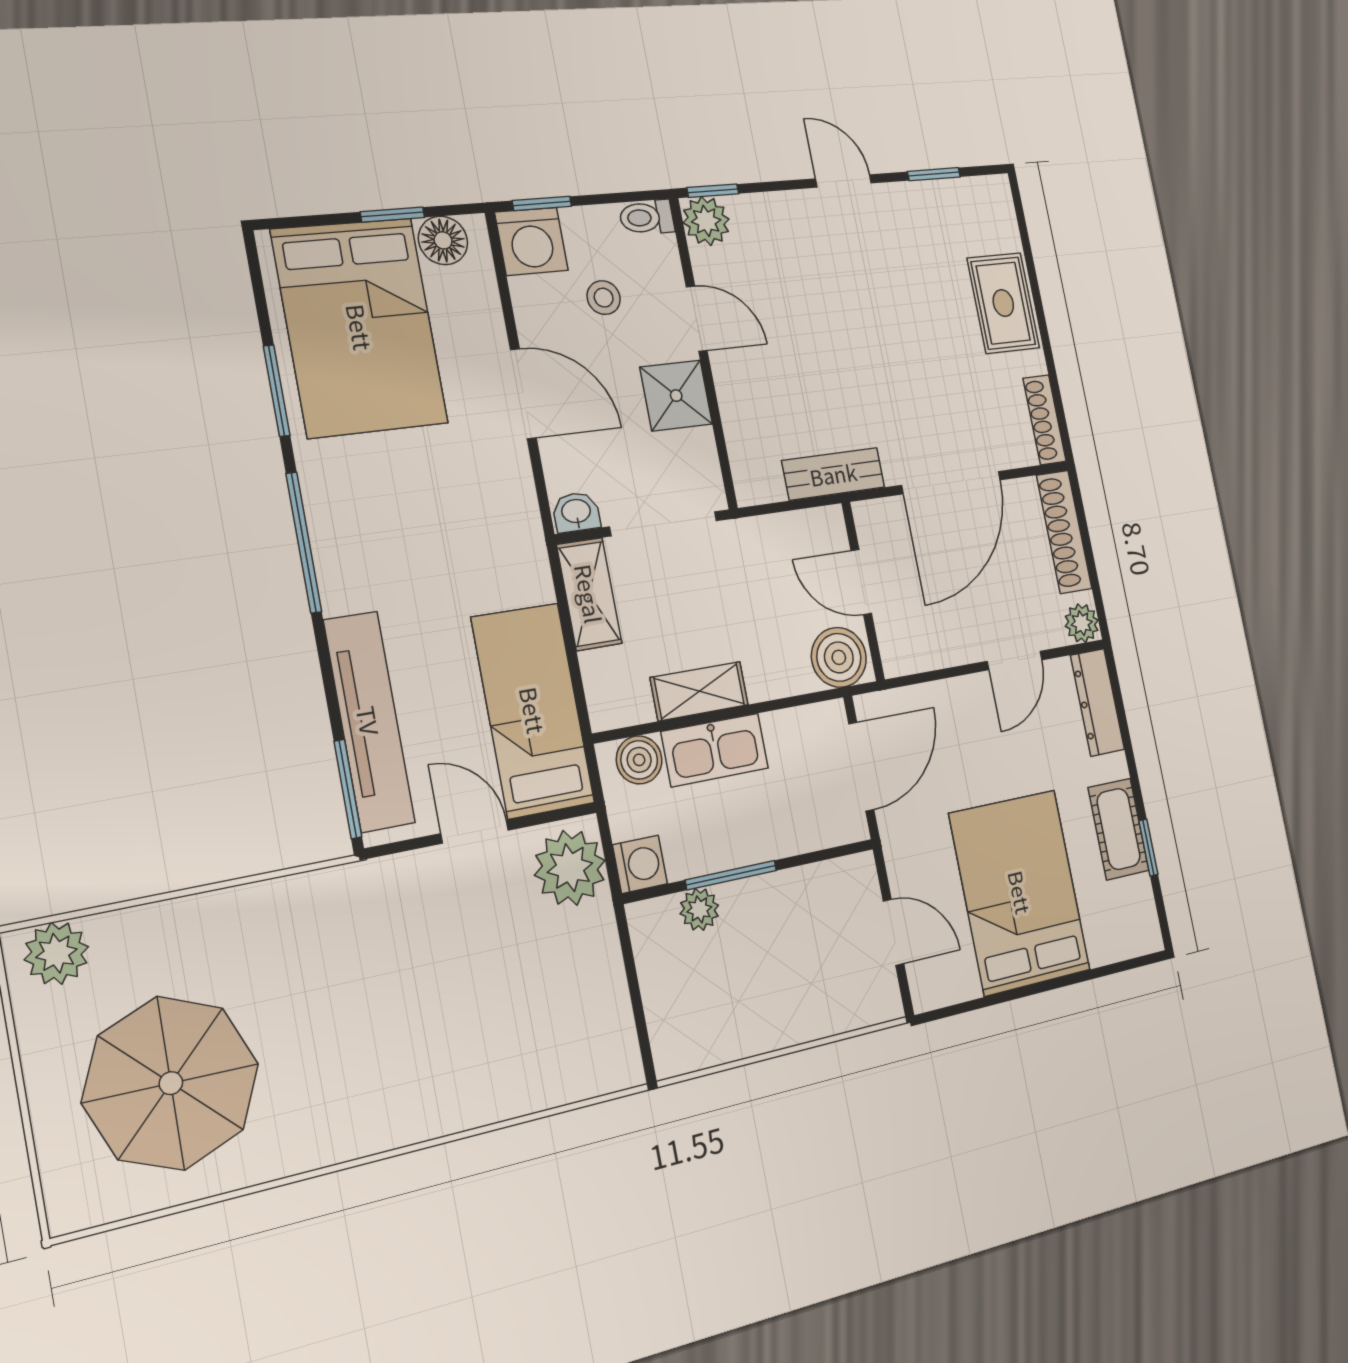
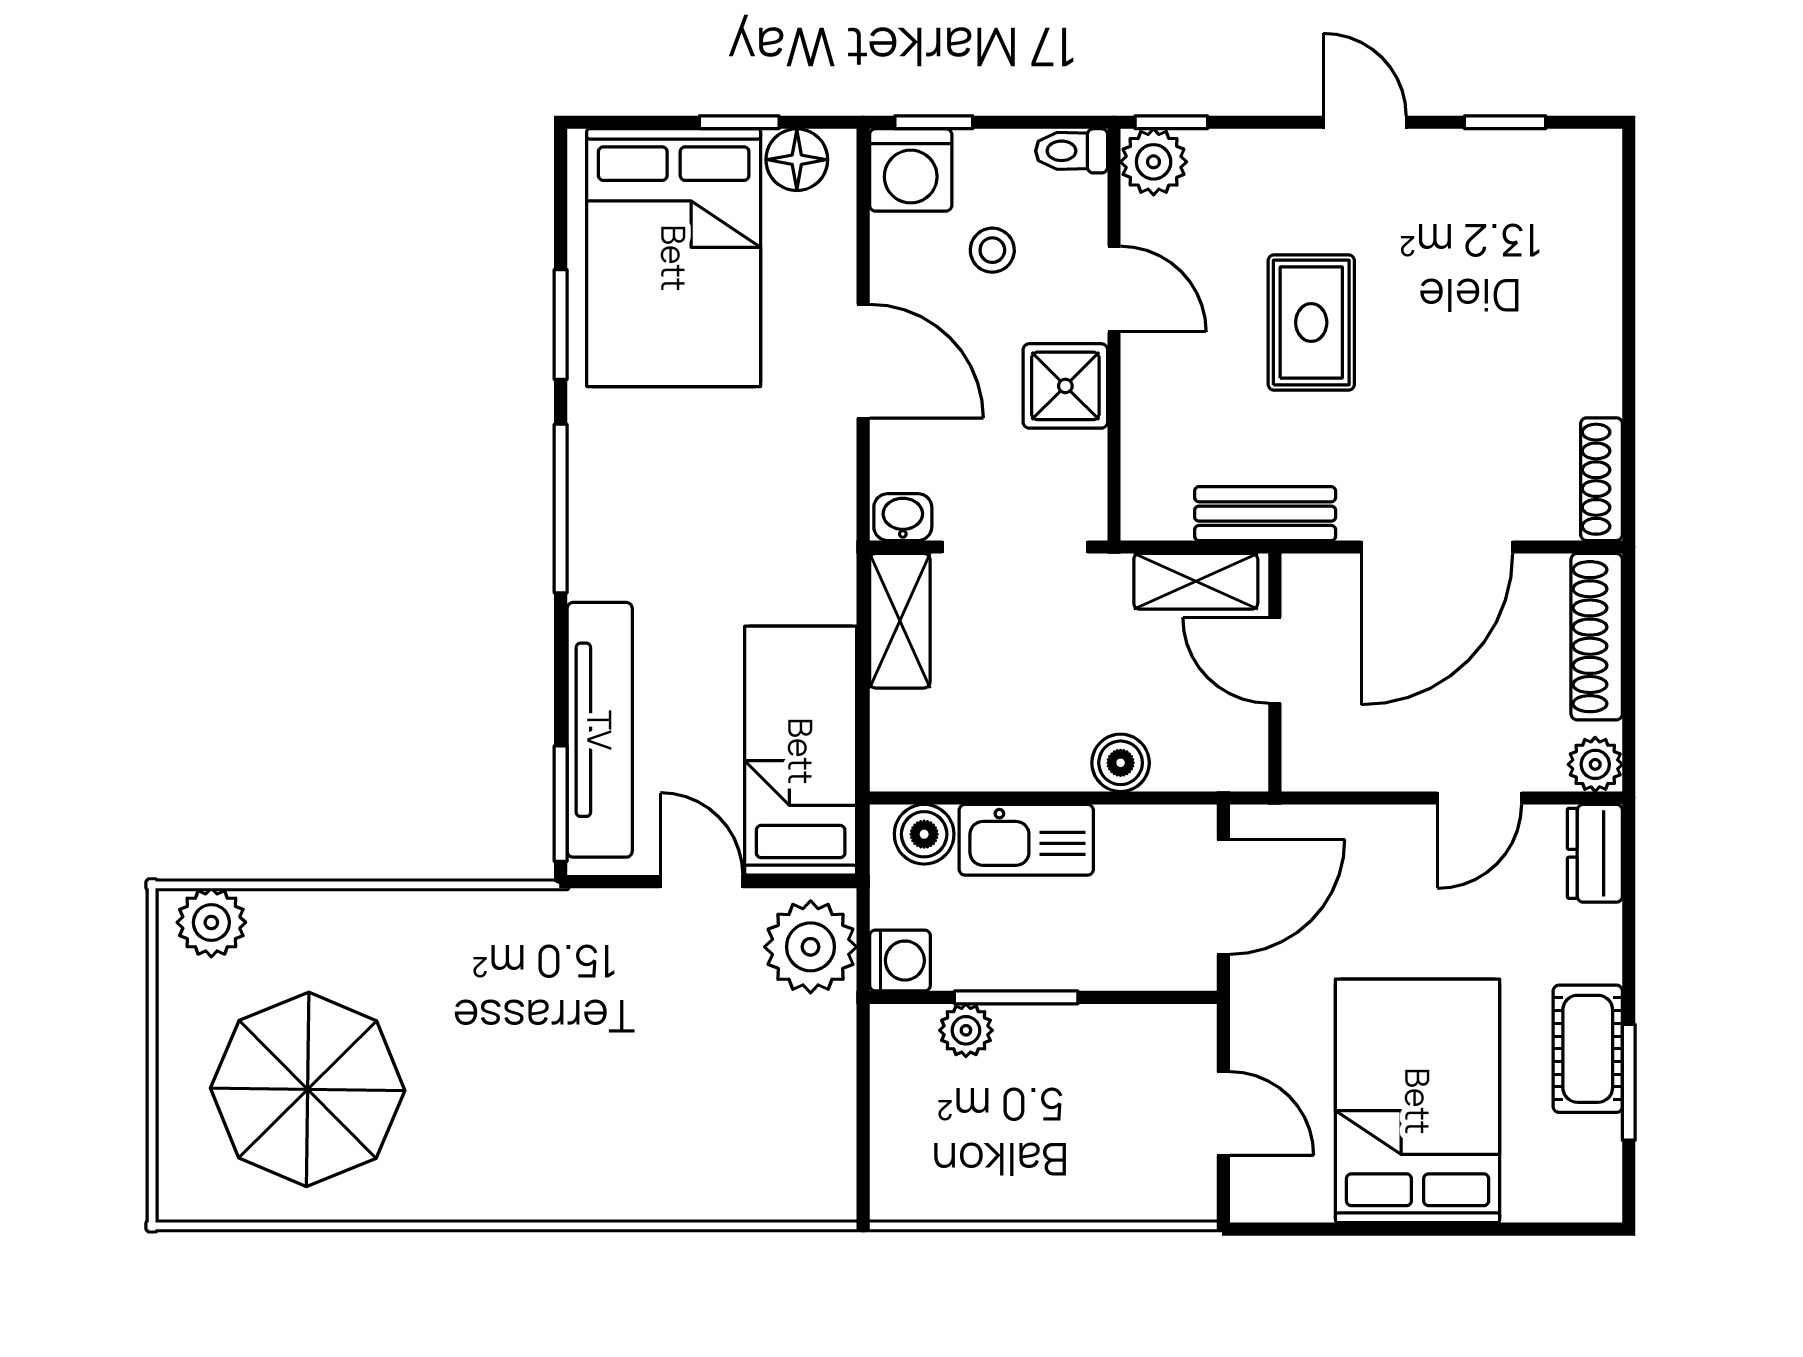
rug: (1003, 303) -> (1311, 322), moved
boiler: (839, 657) -> (1121, 763), moved, width x0.73, depth x0.73
shelving: (699, 691) -> (1196, 581), moved
dresser: (1097, 702) -> (1595, 853), width x0.70
window: (1148, 848) -> (1629, 1082), width x1.50

